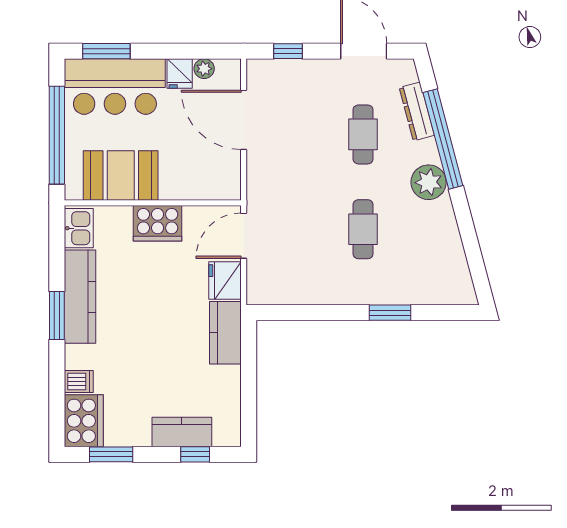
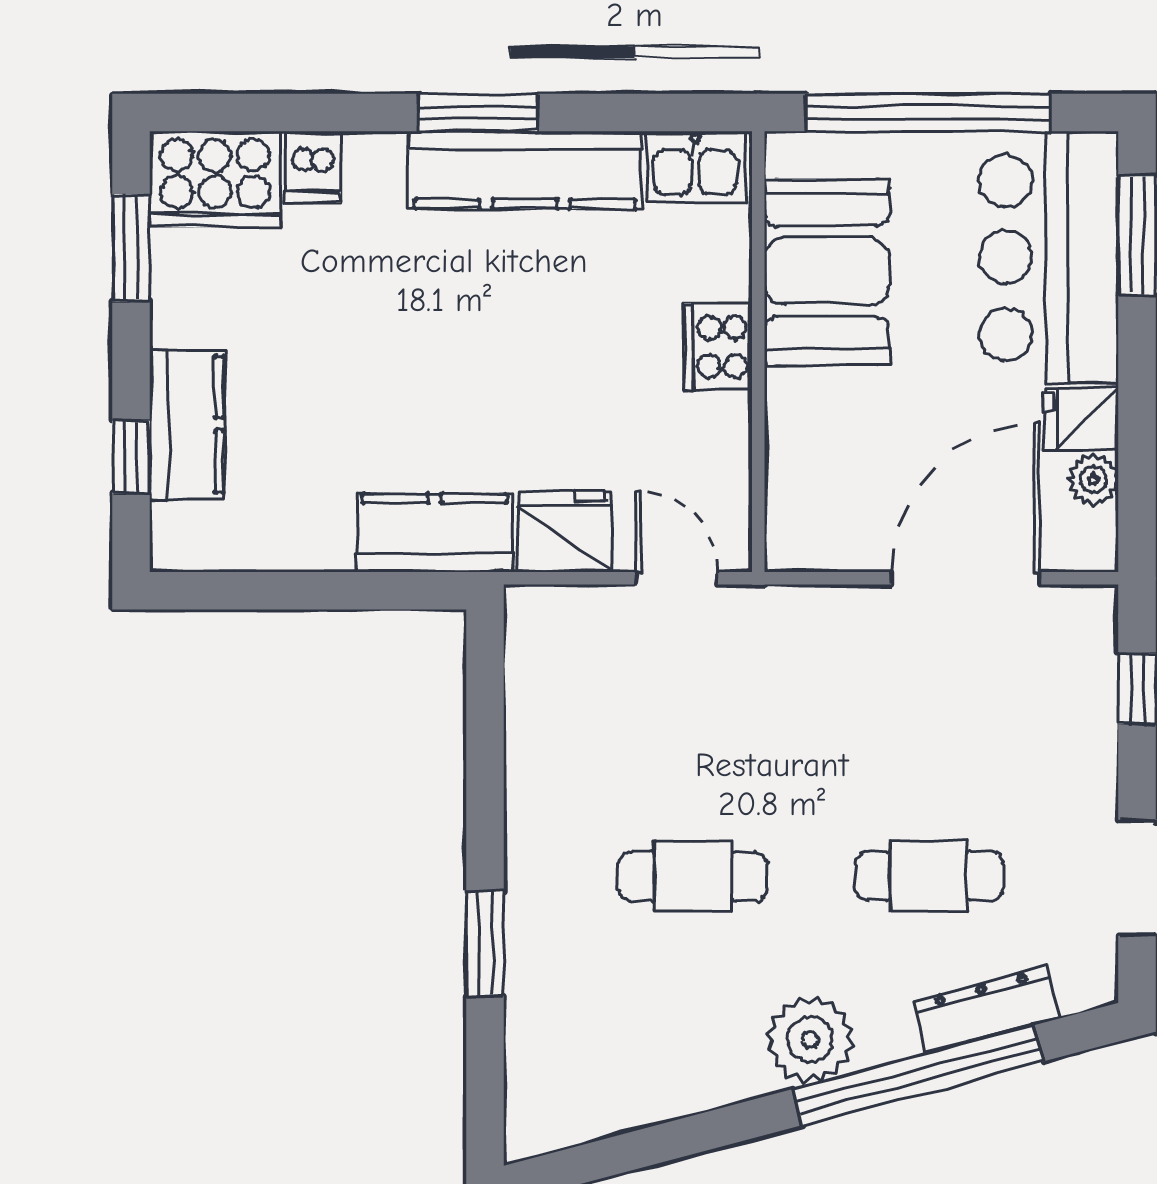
cooker: (158, 223) -> (718, 347), width x0.73, depth x0.76
door: (244, 236) -> (677, 578), width x0.73

